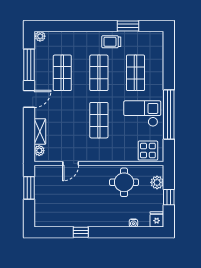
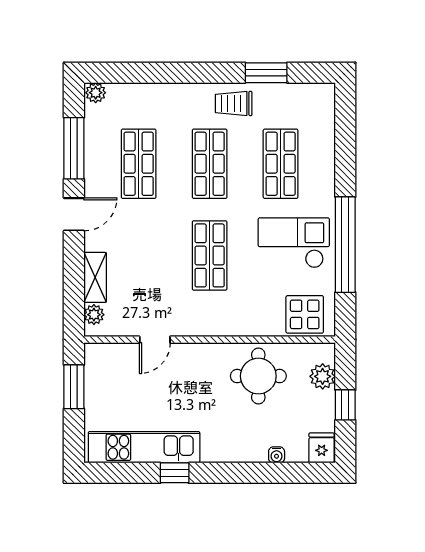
kitchen unit: (65, 219) -> (144, 447), added

